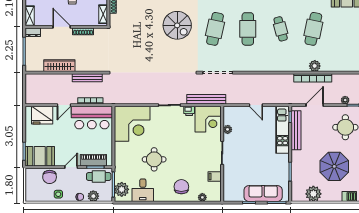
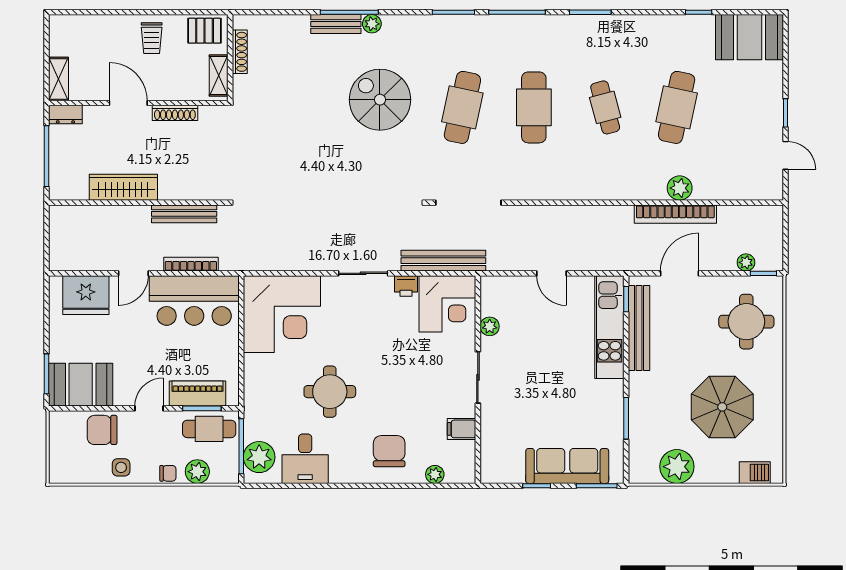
spiral stairs: (177, 25) -> (380, 100), turned 180
chair: (50, 177) -> (102, 430), turned 90

